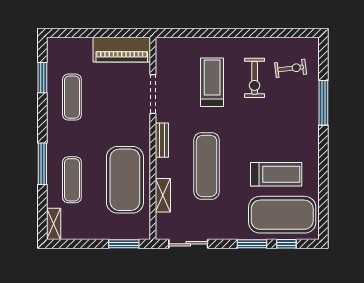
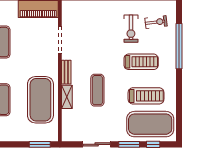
treadmill: (212, 82) -> (141, 62), moved, turned 90
window: (323, 103) -> (179, 46), width x1.46
exercise mat: (207, 166) -> (97, 90), width x0.73, depth x0.69
shelving: (163, 195) -> (67, 97), moved
sliding door: (188, 244) -> (97, 144), moved

